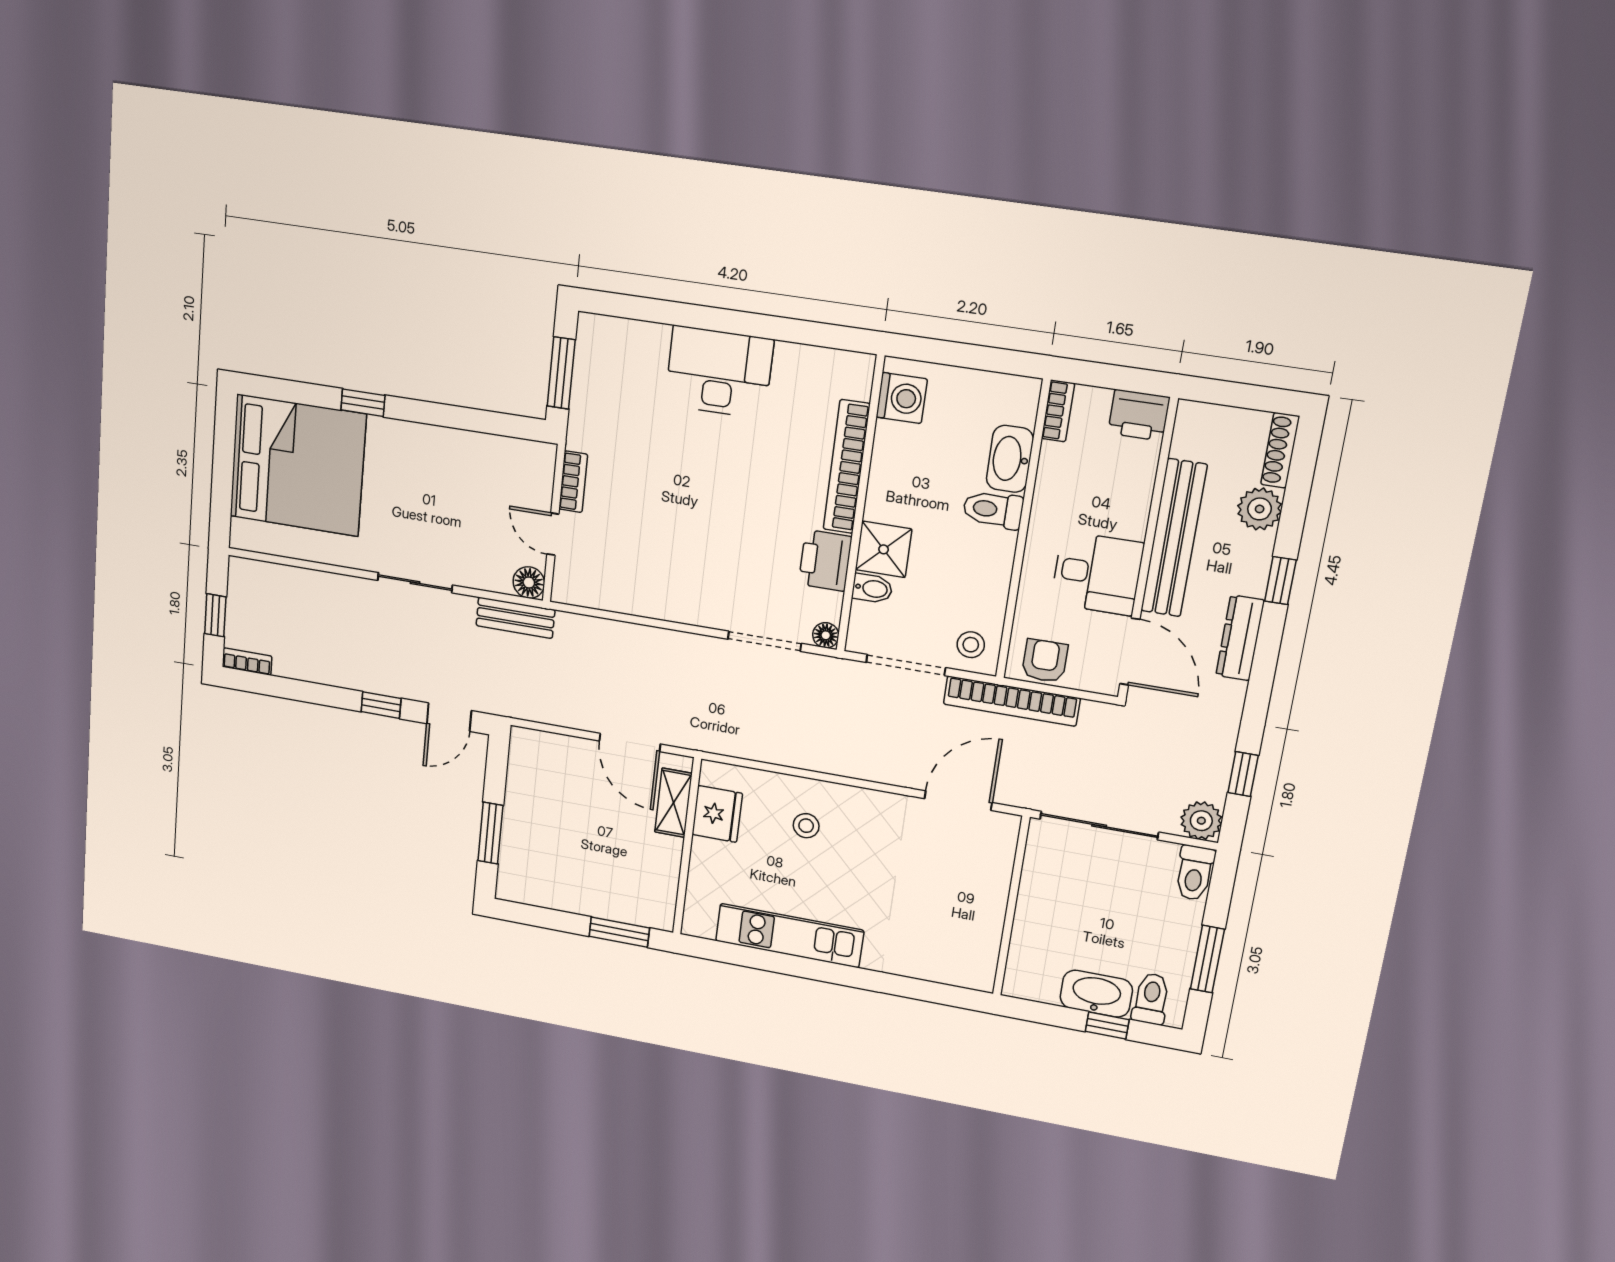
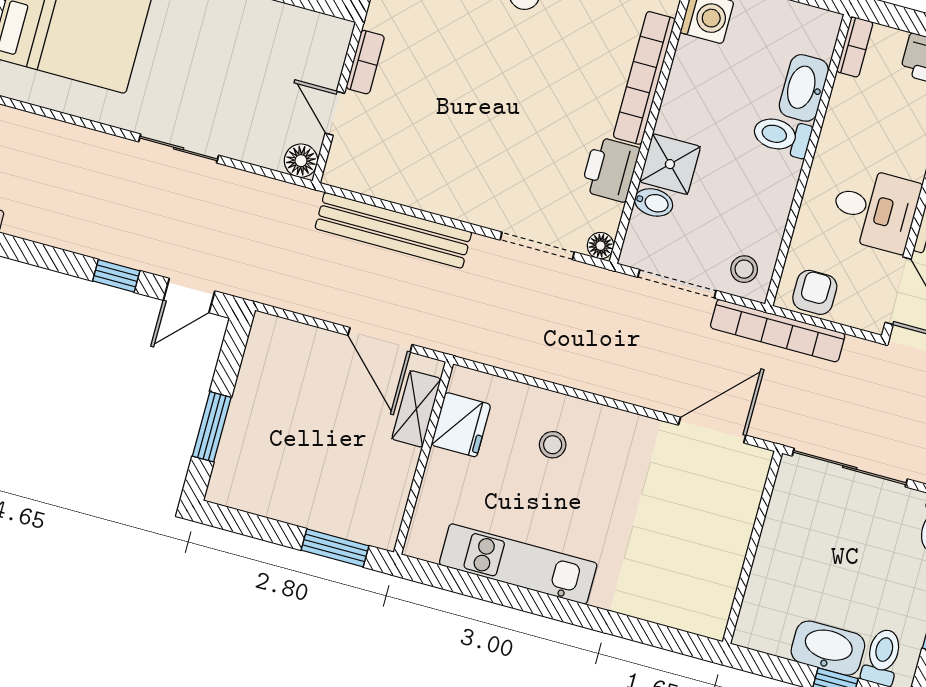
bench: (515, 618) -> (393, 230), moved, width x1.86, depth x1.21

